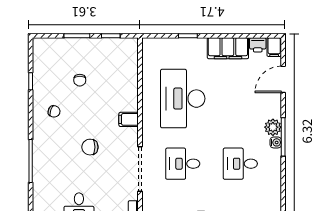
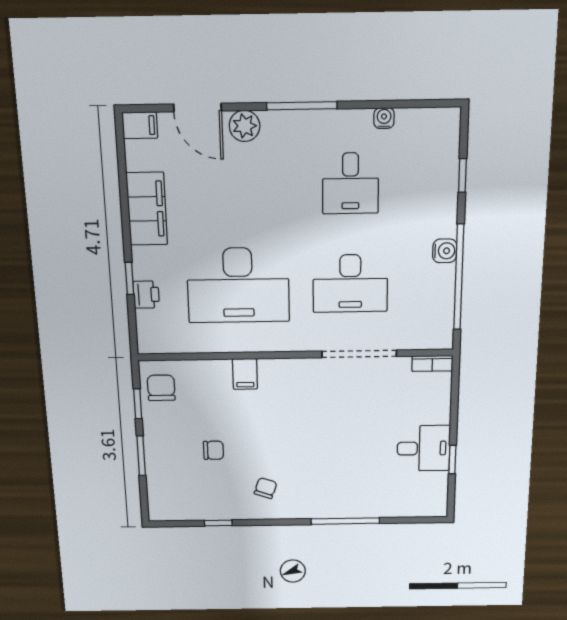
printer: (258, 45) -> (146, 295), moved
filing cabinet: (129, 119) -> (245, 374), moved
plant: (273, 127) -> (245, 126), moved
water cooler: (276, 142) -> (384, 118), moved
chair: (90, 147) -> (161, 388), moved, turned 180
desk: (183, 164) -> (350, 283), width x1.37

